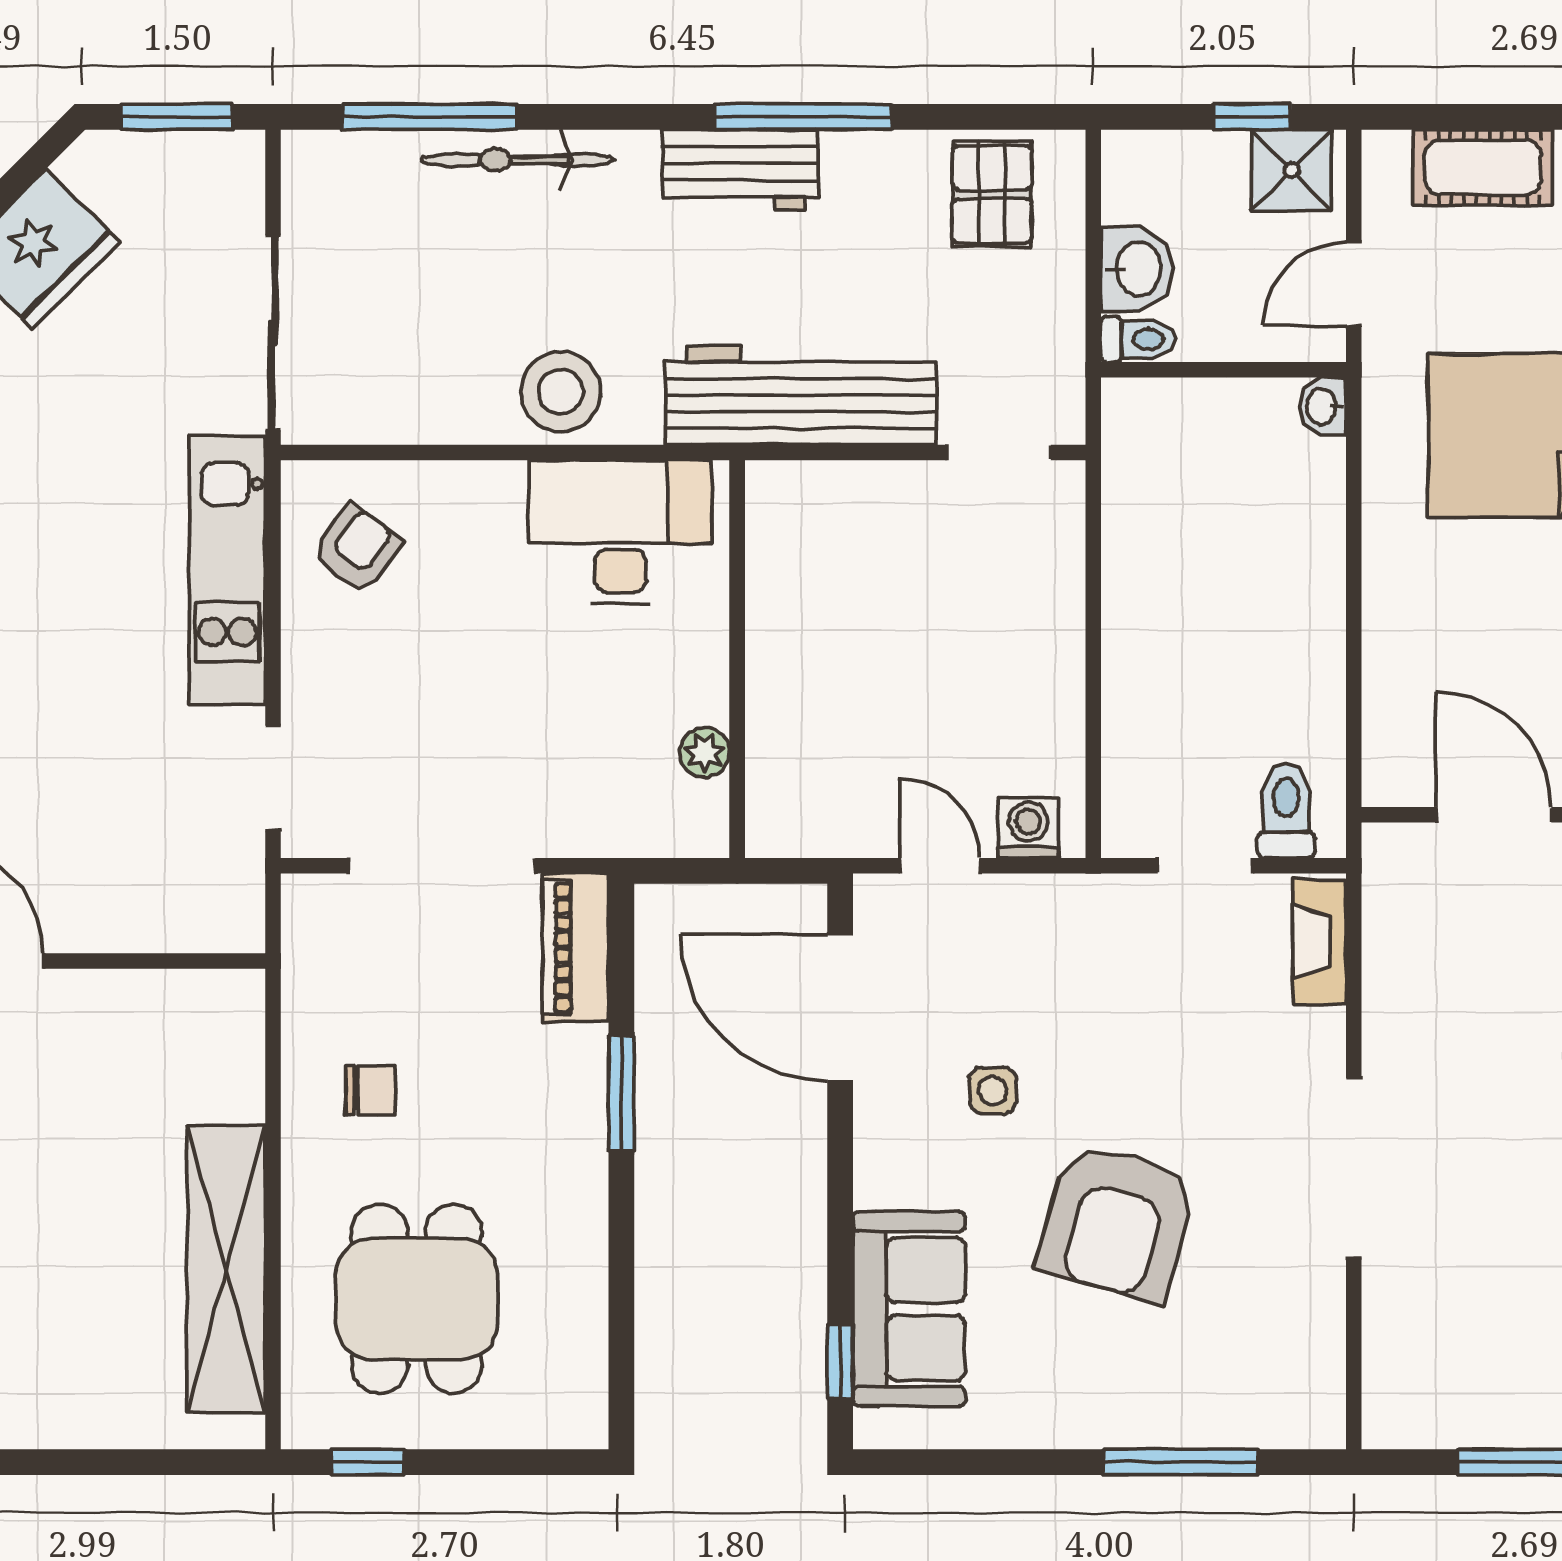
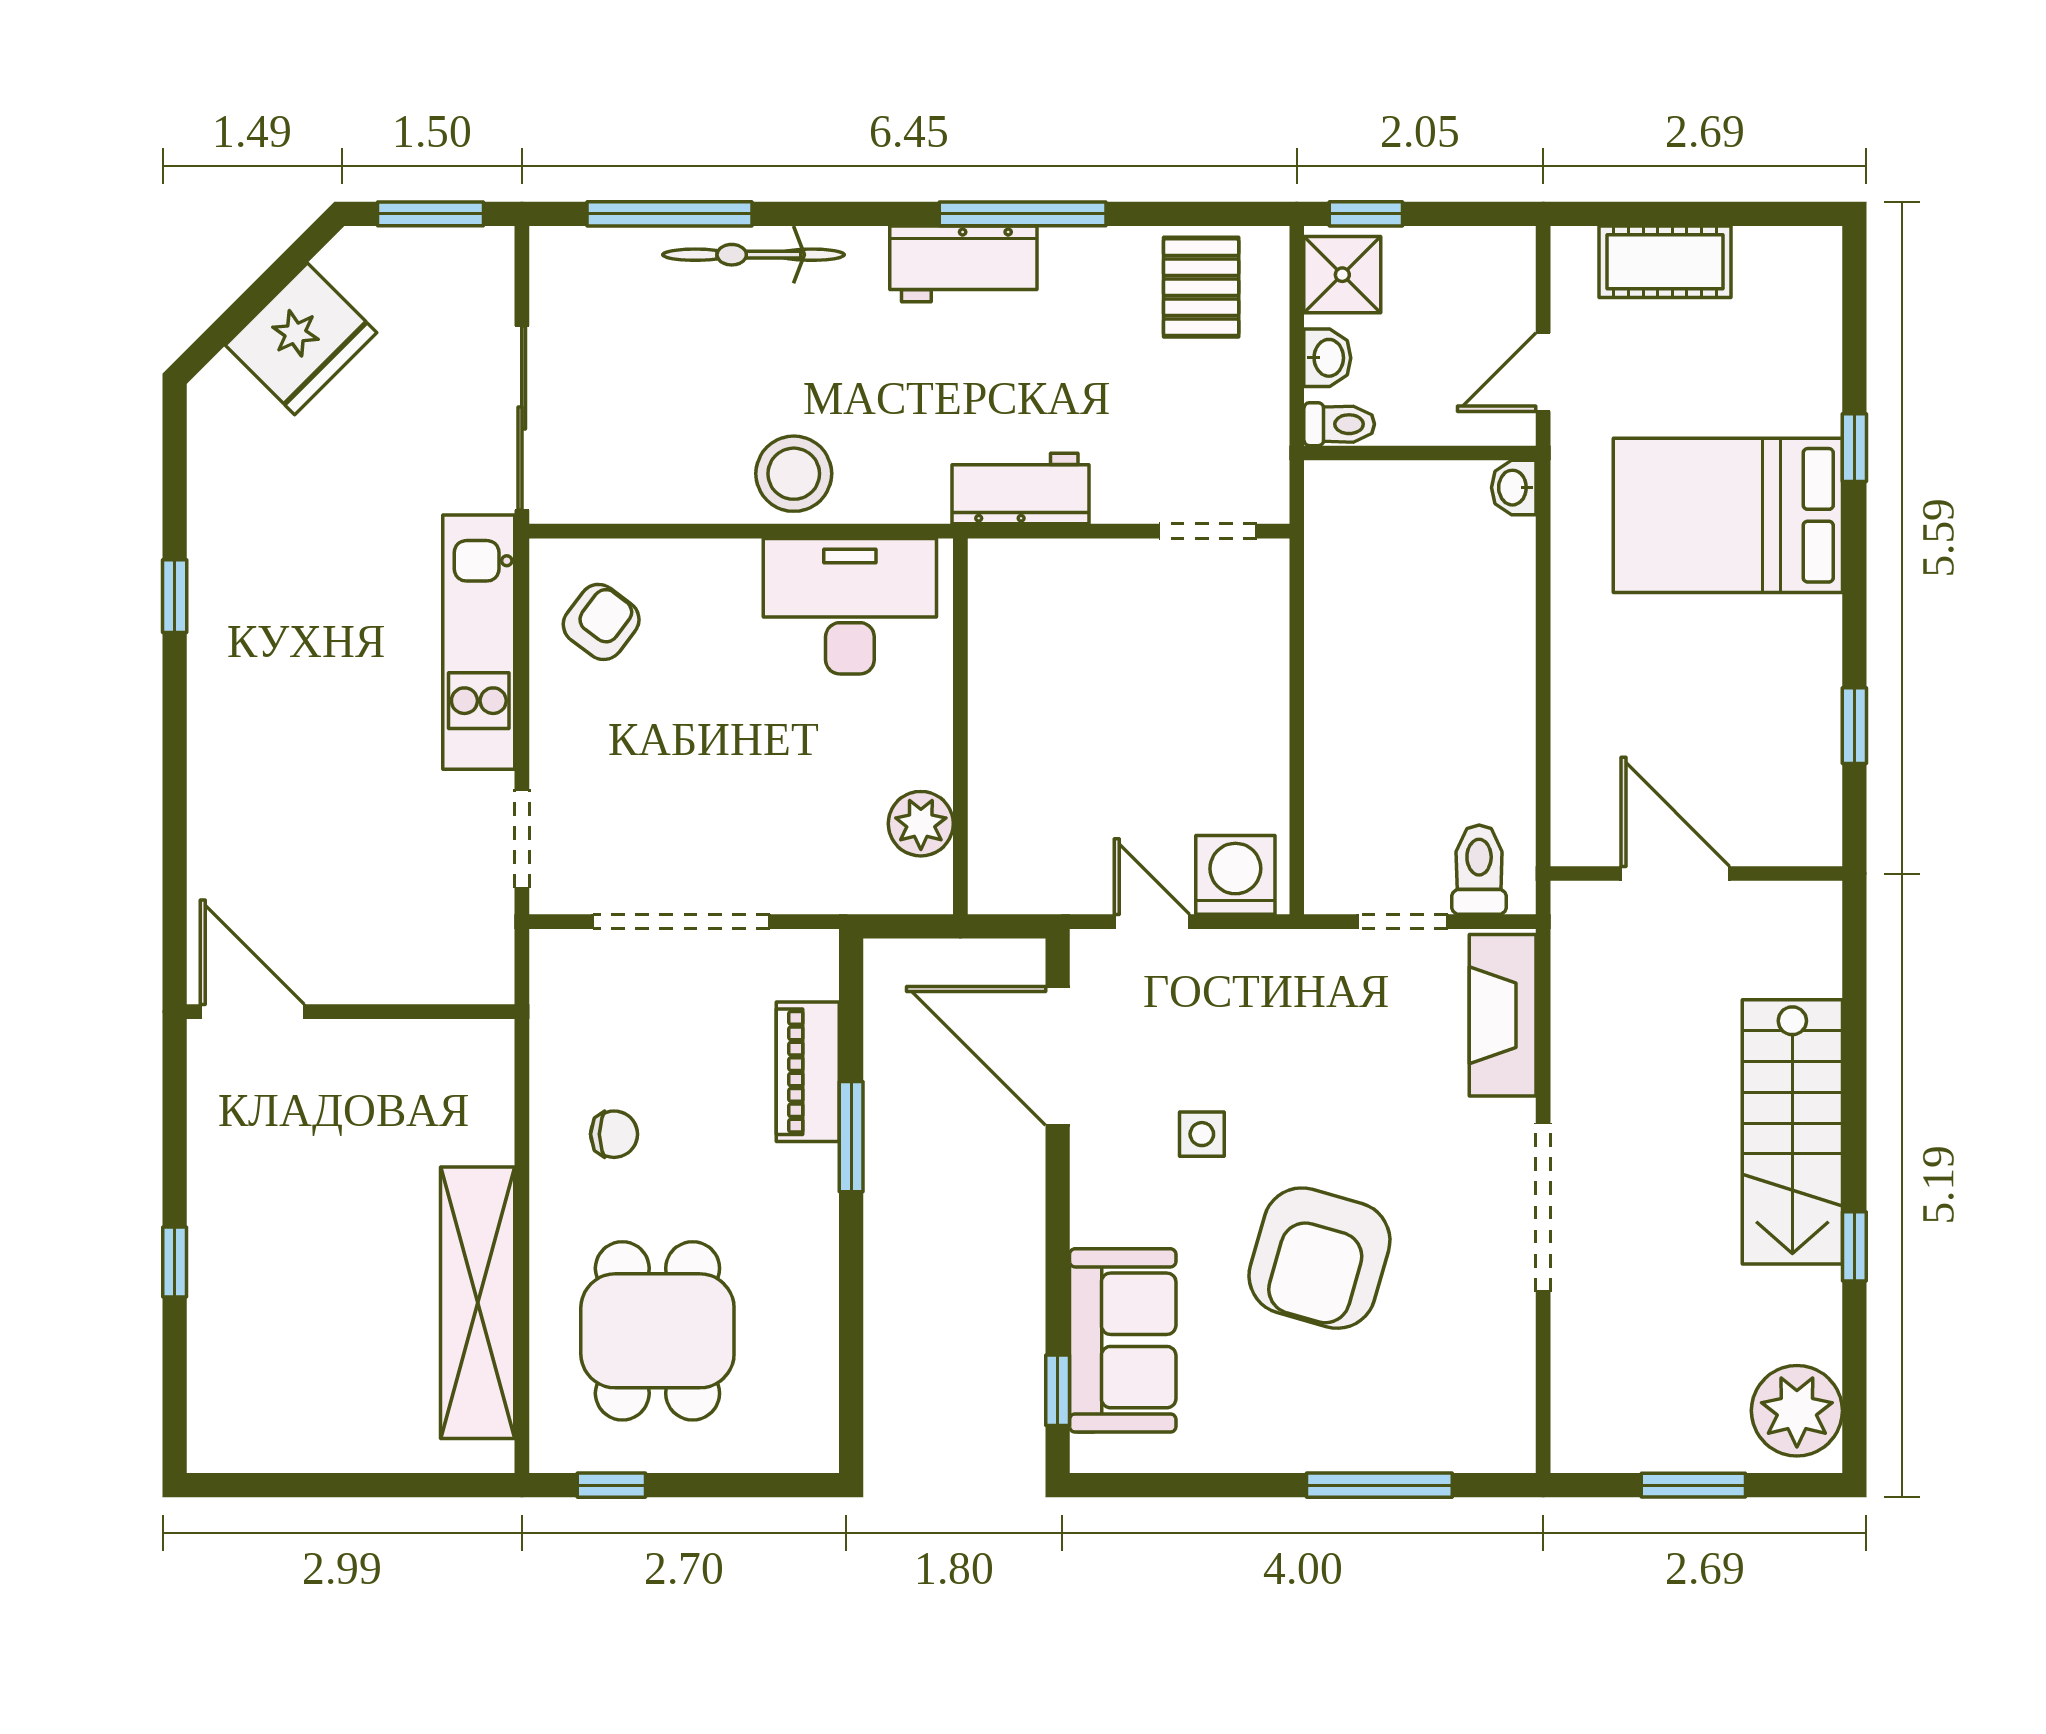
window: (1252, 117) -> (1366, 214), moved
shower: (1292, 170) -> (1342, 275), moved
washbasin: (1137, 269) -> (1327, 358), width x0.72, depth x0.69
workbench: (801, 395) -> (1020, 489), width x0.53, depth x0.76
plant: (705, 753) -> (921, 824), width x1.38, depth x1.38
washing machine: (1028, 828) -> (1235, 875), width x1.38, depth x1.38
fireplace: (1319, 942) -> (1503, 1015), width x1.37, depth x1.32
piano: (576, 947) -> (808, 1072), moved

